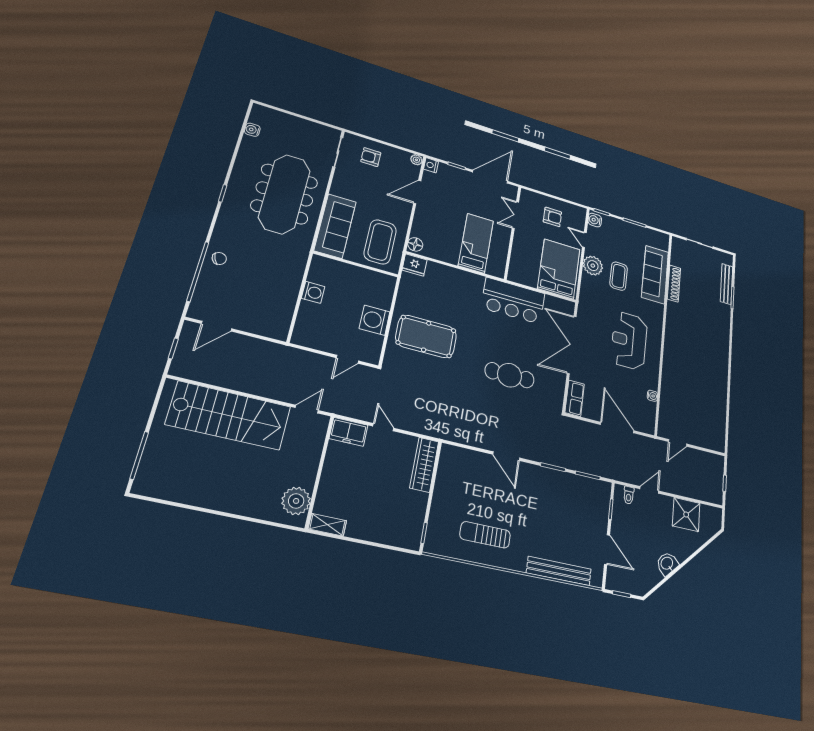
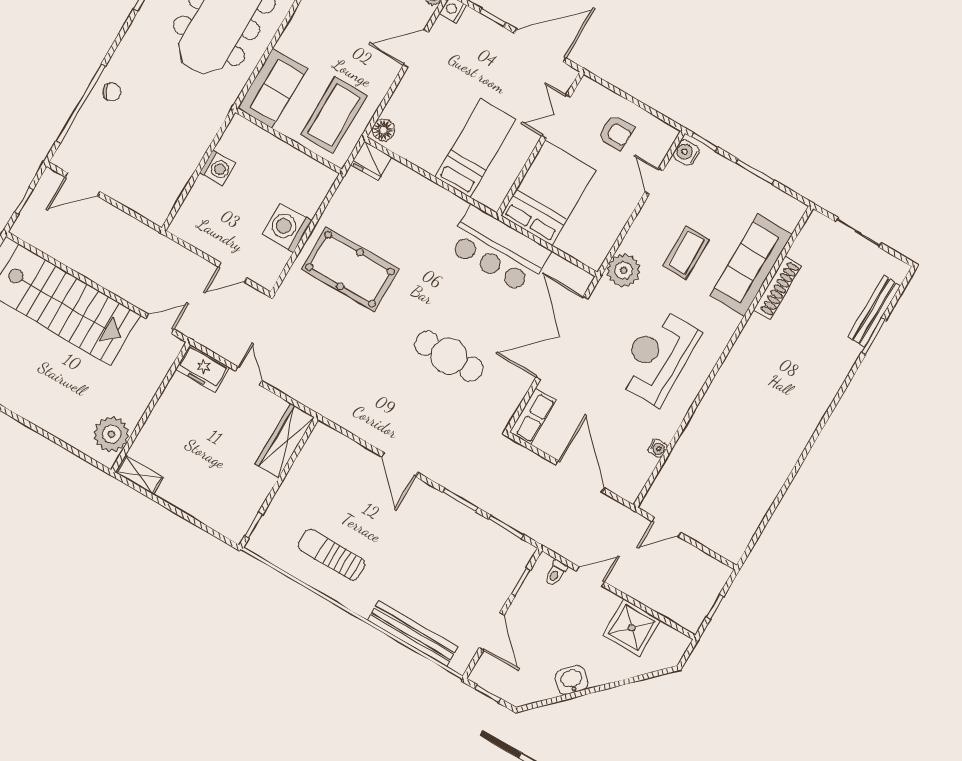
sofa: (335, 226) -> (272, 88), width x0.73
plant: (593, 266) -> (624, 270), moved
bed: (559, 269) -> (548, 193), moved

